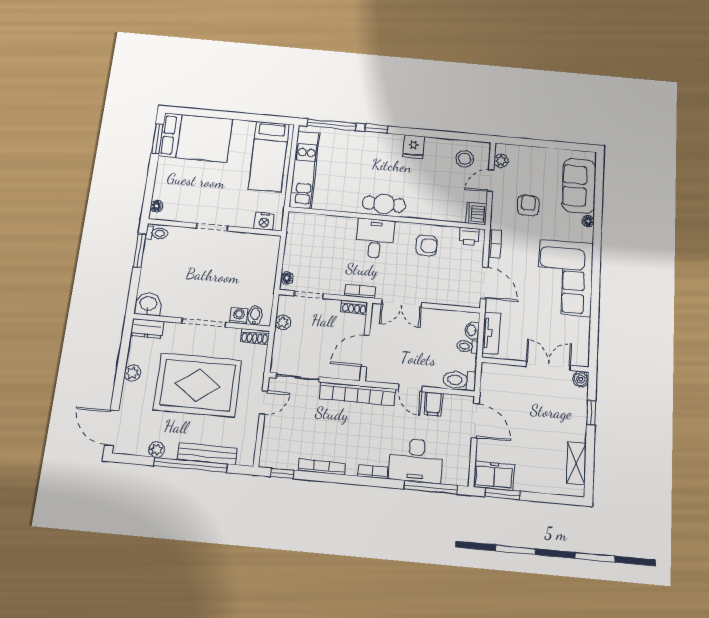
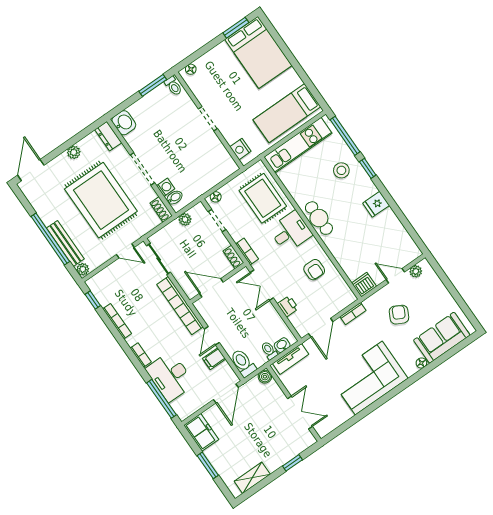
stool: (465, 159) -> (341, 170), moved
armchair: (528, 205) -> (399, 315), turned -63
printer: (469, 236) -> (288, 306), moved, turned 180
rug: (324, 238) -> (263, 198), added
boiler: (581, 379) -> (265, 377), moved
plant: (157, 450) -> (83, 269), moved
window: (503, 494) -> (208, 465), moved

